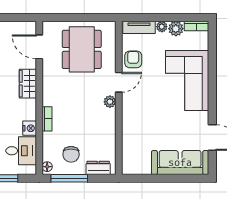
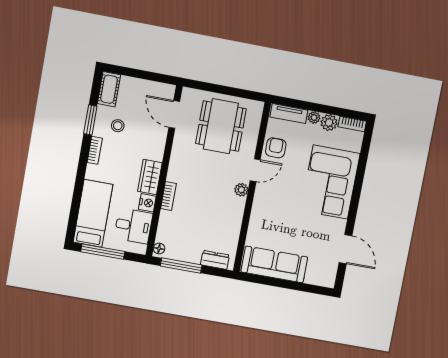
wardrobe: (28, 84) -> (150, 177), moved
chair: (71, 154) -> (188, 240), removed
sofa: (180, 163) -> (274, 264), moved

